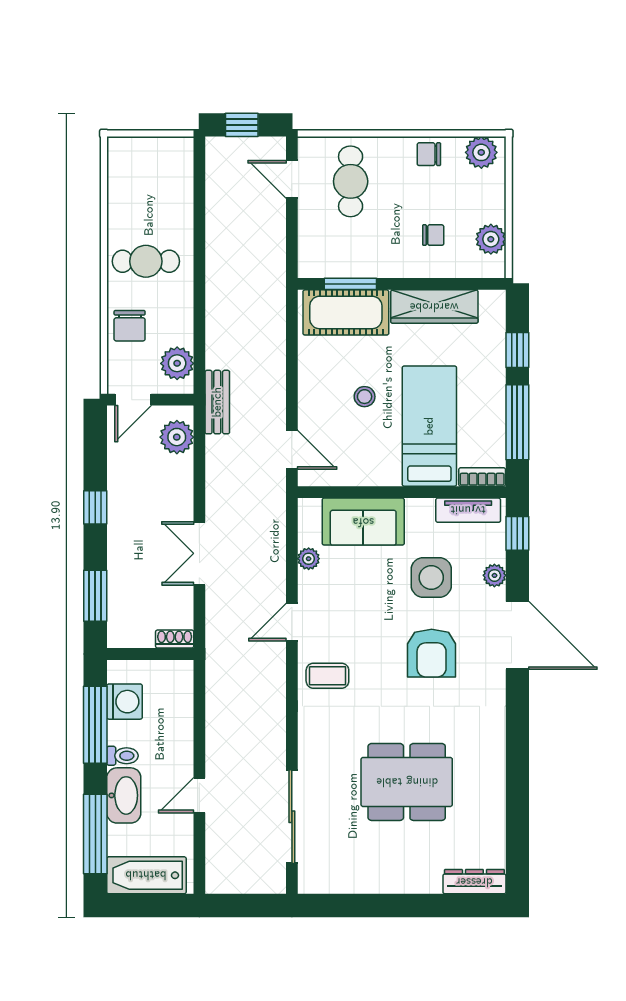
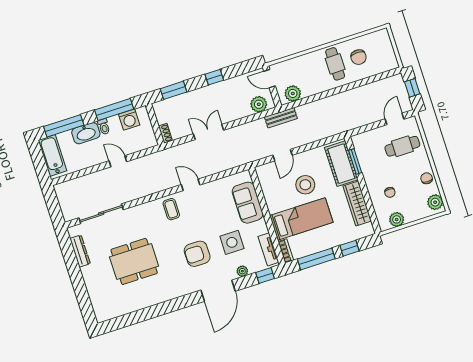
chair: (130, 326) -> (359, 57), moved, turned -90
stool: (365, 397) -> (305, 185), width x1.89, depth x1.89
door: (292, 450) -> (282, 155), moved
plant: (309, 559) -> (222, 183), removed
dining table: (407, 782) -> (134, 261), turned 90
door: (199, 795) -> (118, 161), moved
dresser: (474, 882) -> (80, 251), moved

